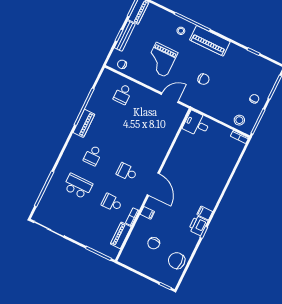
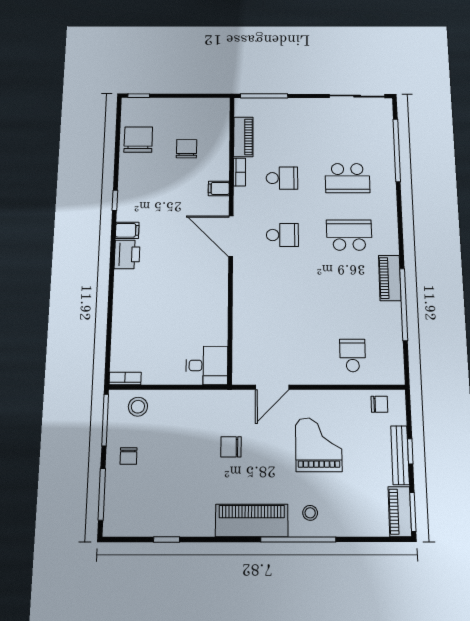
school desk: (93, 155) -> (349, 235), width x1.85
printer: (198, 225) -> (127, 254), moved
chair: (177, 261) -> (138, 140), turned -90

